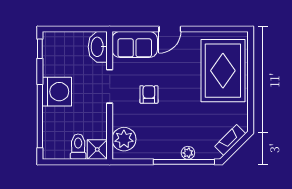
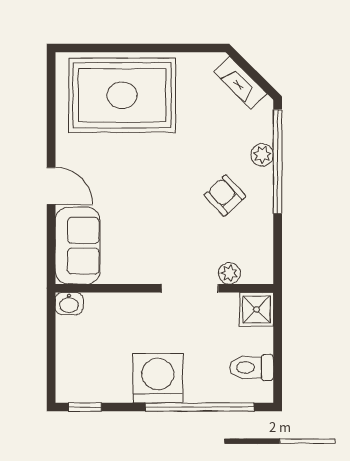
washbasin: (98, 47) -> (69, 304), width x0.52, depth x0.69
doorway: (110, 86) -> (190, 288), moved
armchair: (149, 94) -> (225, 196), moved, turned 47
plant: (124, 139) -> (229, 273), width x0.53, depth x0.53
toilet: (78, 147) -> (252, 367), moved

